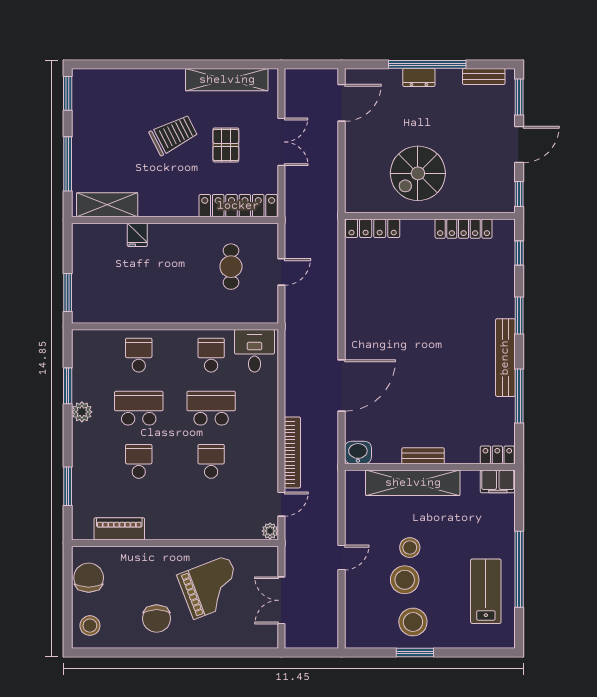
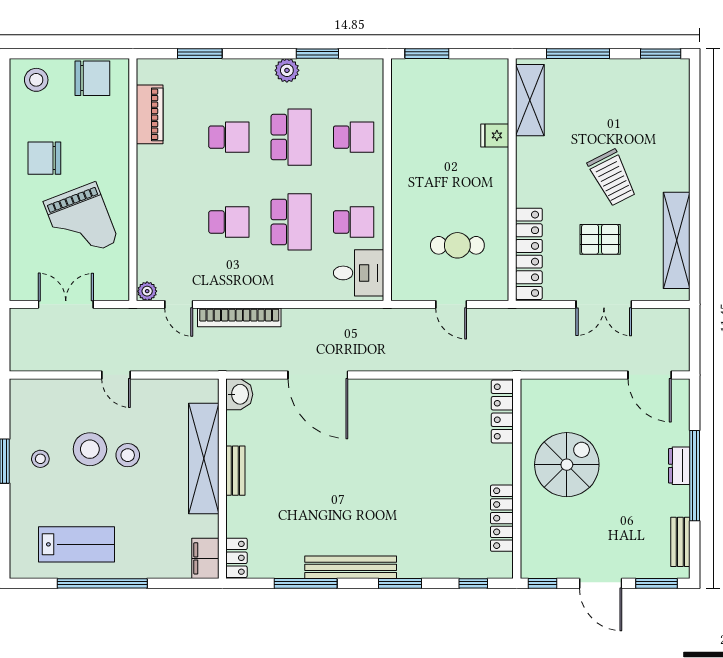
spiral stairs: (418, 173) -> (567, 465), turned 90
stool: (413, 622) -> (40, 459), width x0.53, depth x0.53

